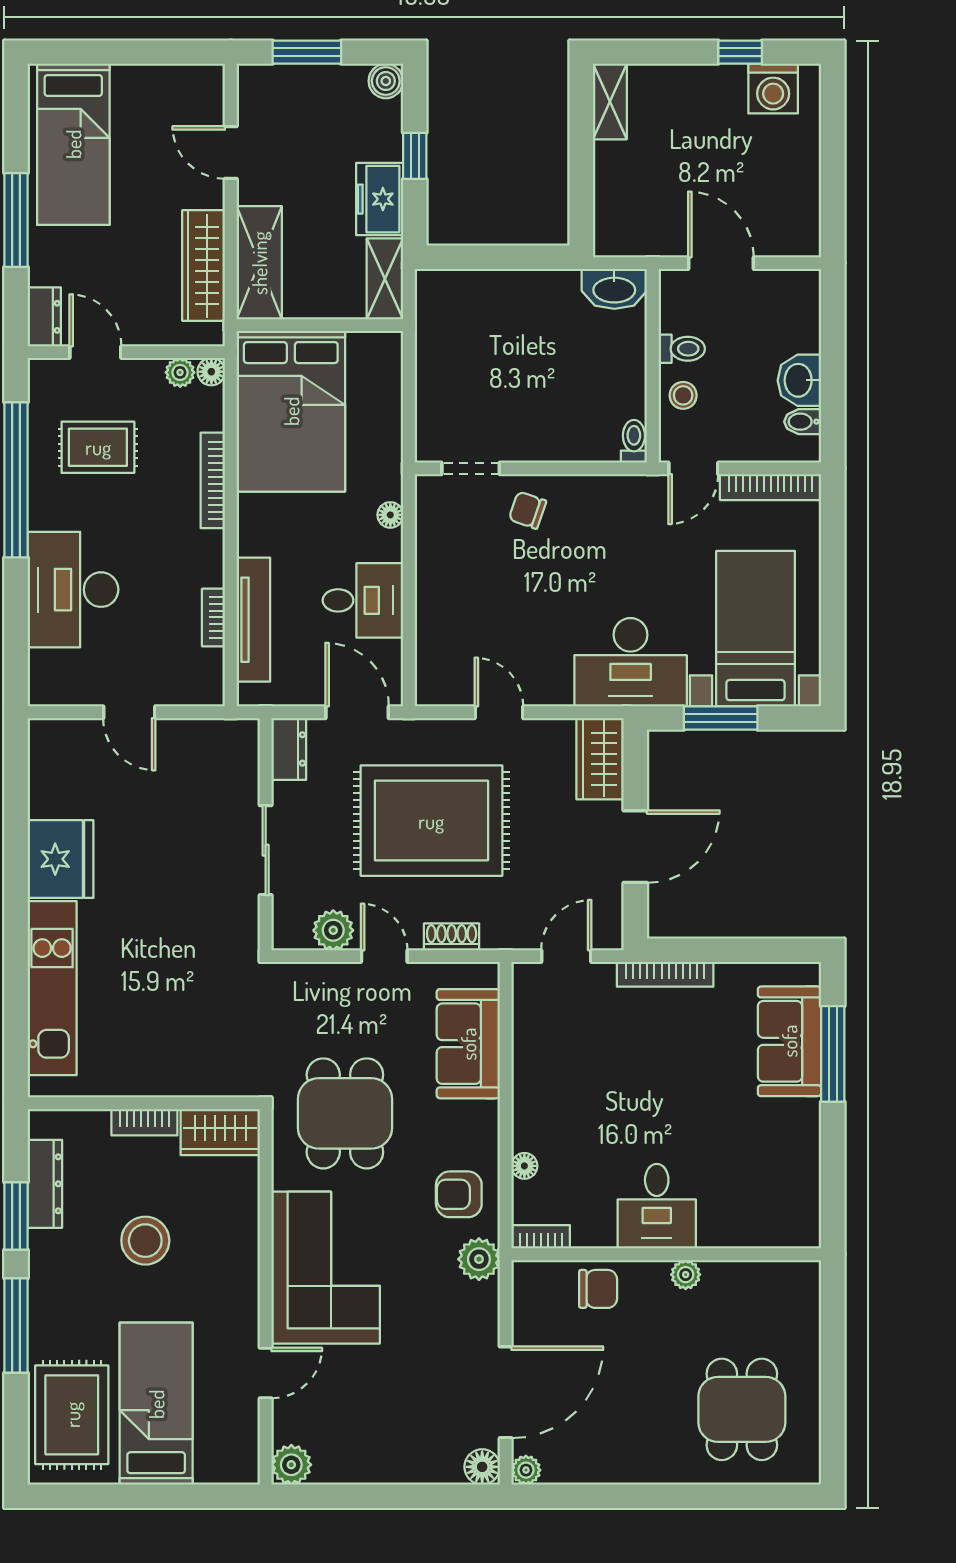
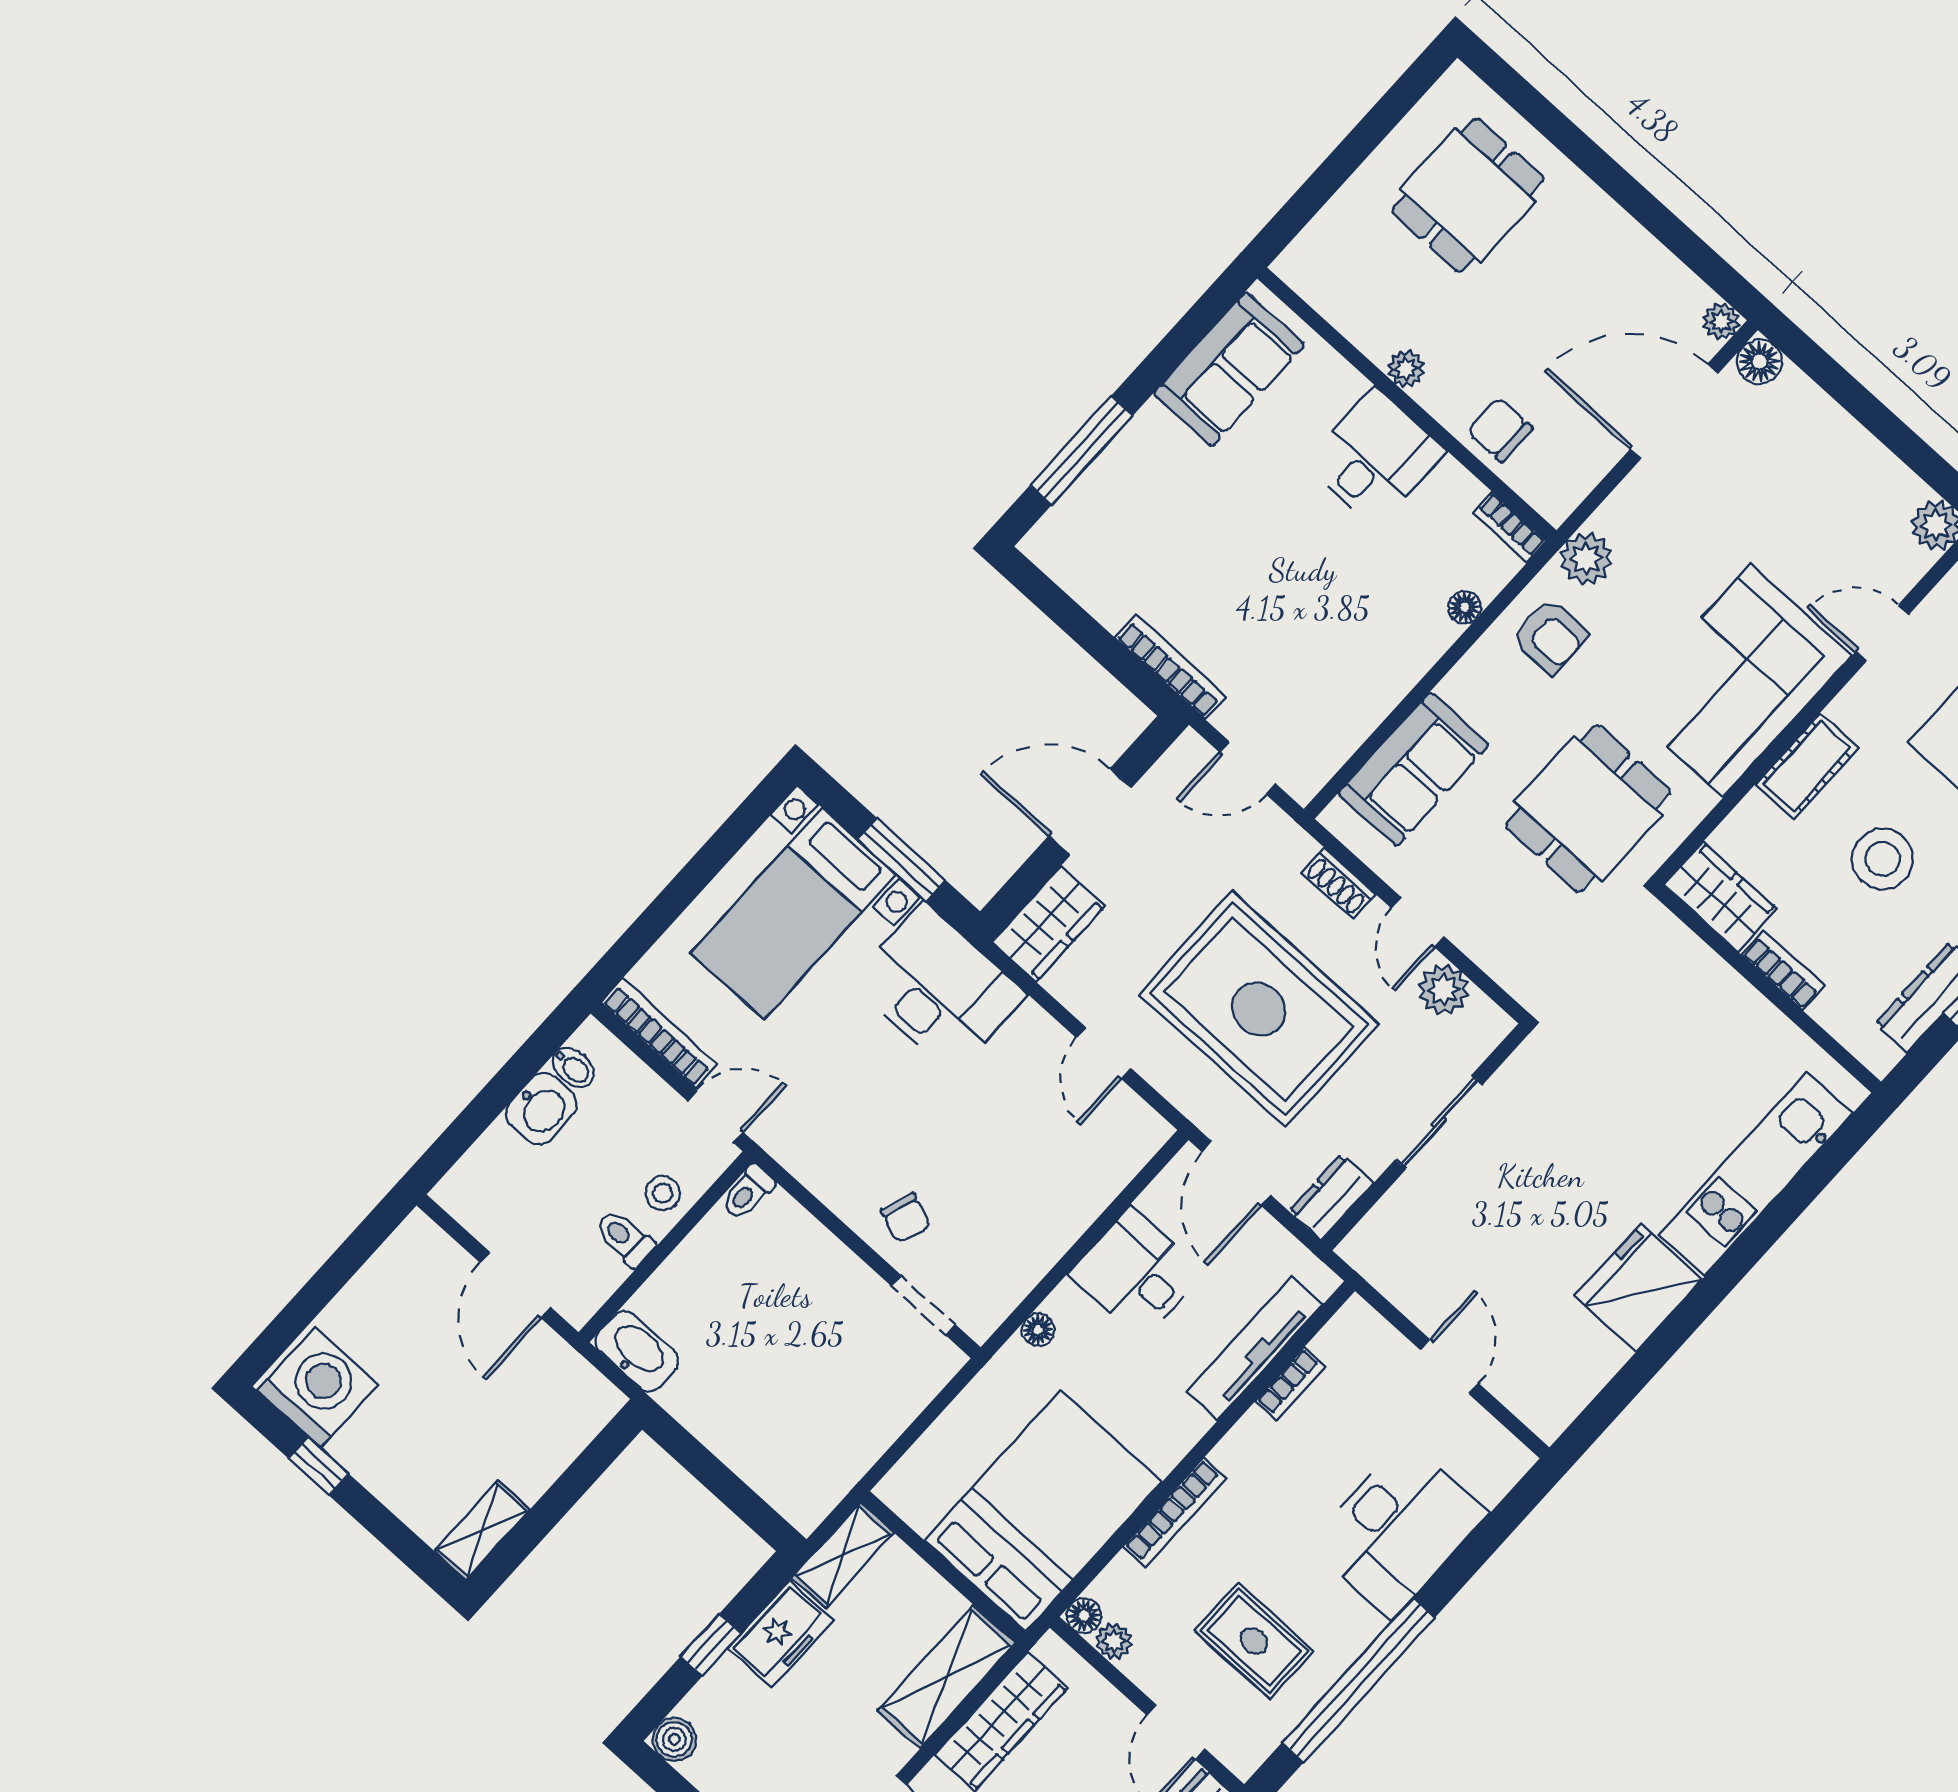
washing machine: (773, 89) -> (318, 1387), width x1.37, depth x1.37
sofa: (789, 1041) -> (1229, 369), moved
cot: (239, 1255) -> (1807, 766), added

